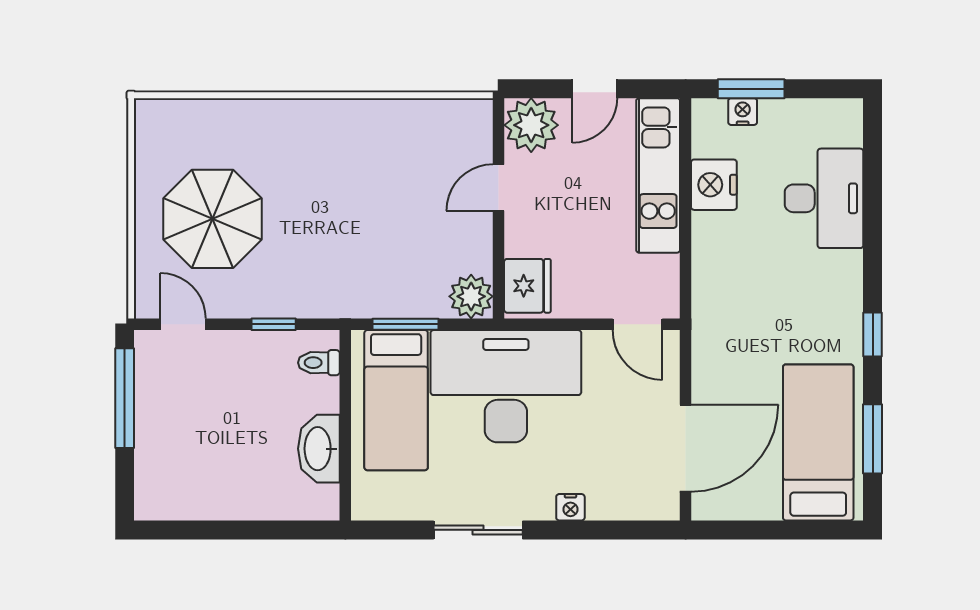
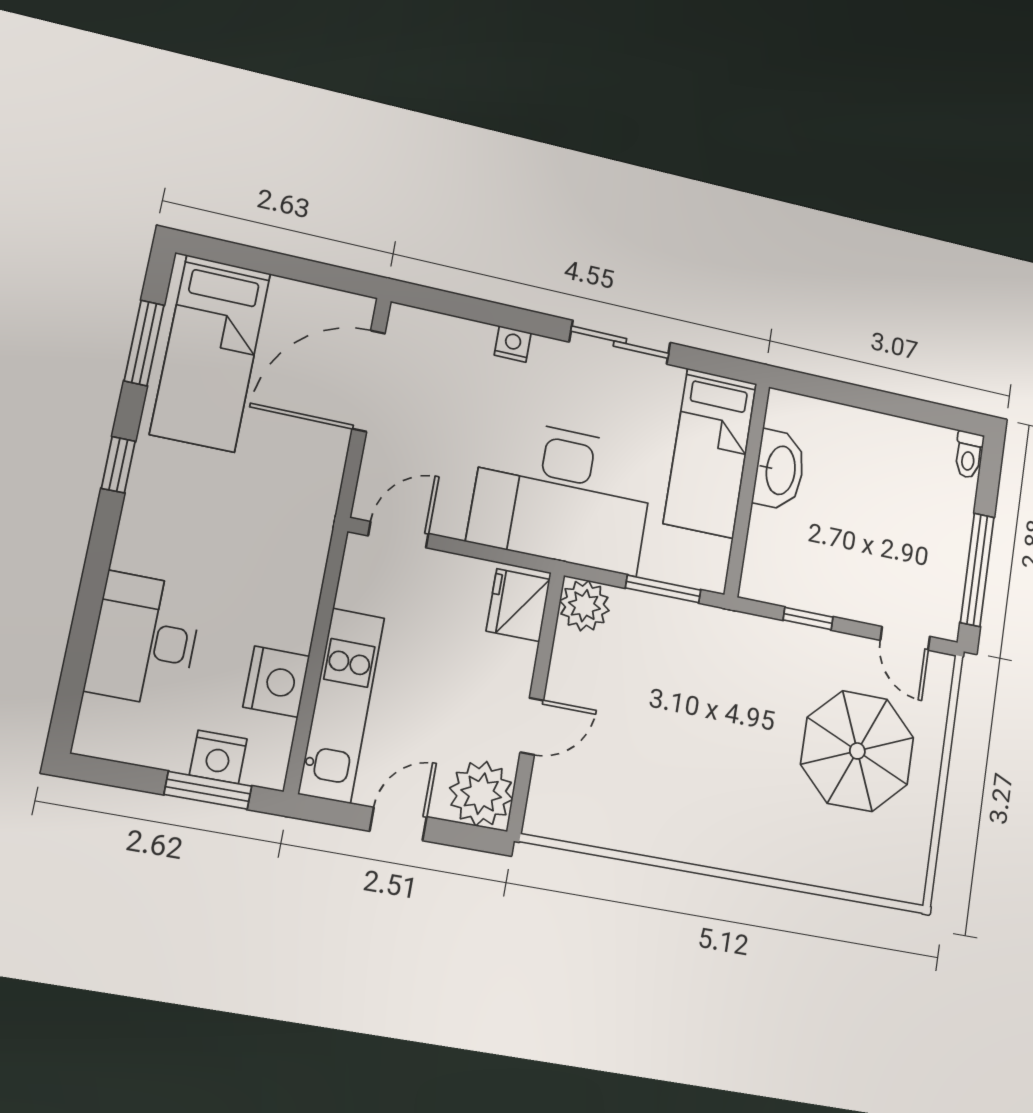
nightstand: (743, 112) -> (218, 757), width x1.39, depth x1.35
door: (638, 324) -> (398, 535), hinge flipped
toilet: (319, 363) -> (969, 455), moved, turned 90
bed: (396, 400) -> (710, 453), moved, turned 180

